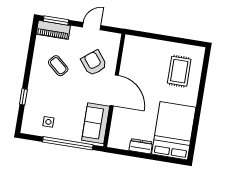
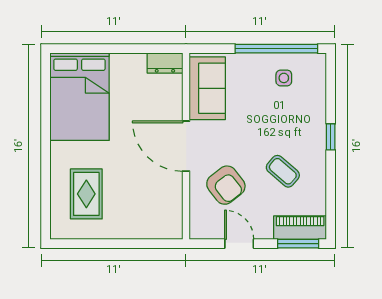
door: (92, 26) -> (239, 244), swing flipped
window: (23, 97) -> (331, 137), moved
window: (68, 143) -> (276, 49), moved
dresser: (141, 146) -> (165, 63), moved

